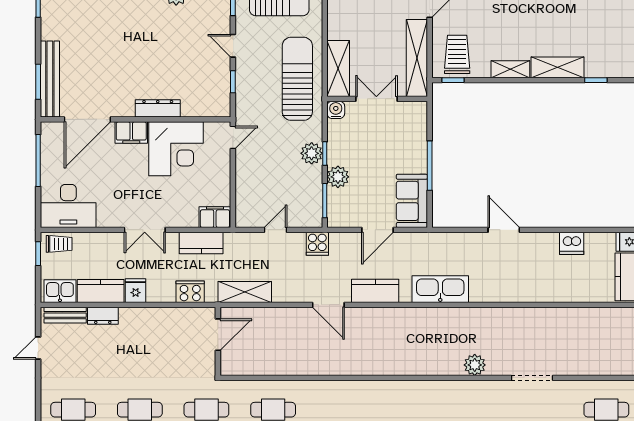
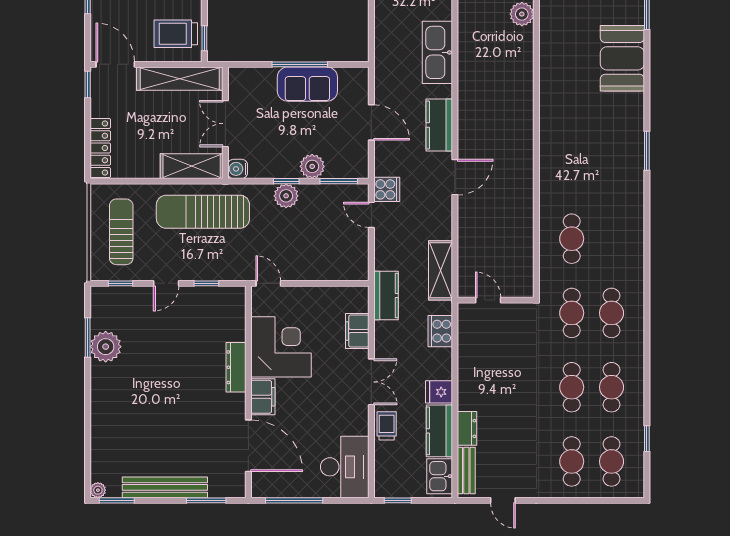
bench: (50, 79) -> (165, 487), moved
sofa: (412, 201) -> (307, 84), moved
filing cabinet: (215, 217) -> (357, 331), moved
door: (276, 230) -> (371, 215), moved
kitchen counter: (201, 243) -> (386, 296), moved
trolley: (59, 244) -> (387, 426), moved
door: (218, 335) -> (488, 300), width x0.73

